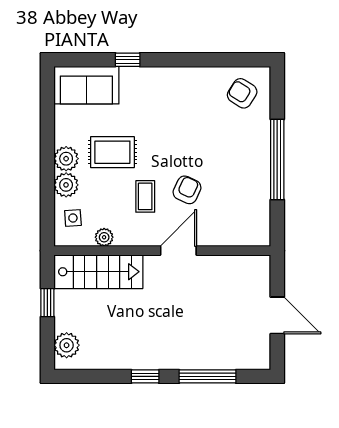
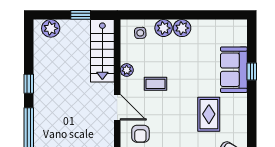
sofa: (86, 85) -> (234, 70), moved
rug: (112, 152) -> (209, 114), moved
armchair: (187, 190) -> (140, 134), moved, turned 65
plant: (104, 237) -> (127, 70), moved

